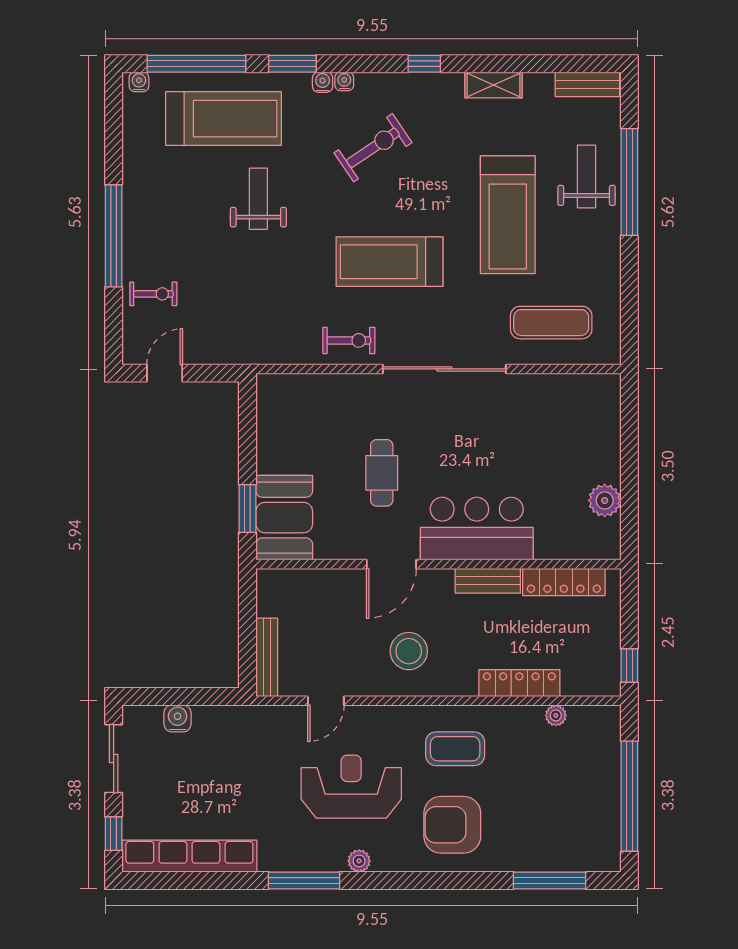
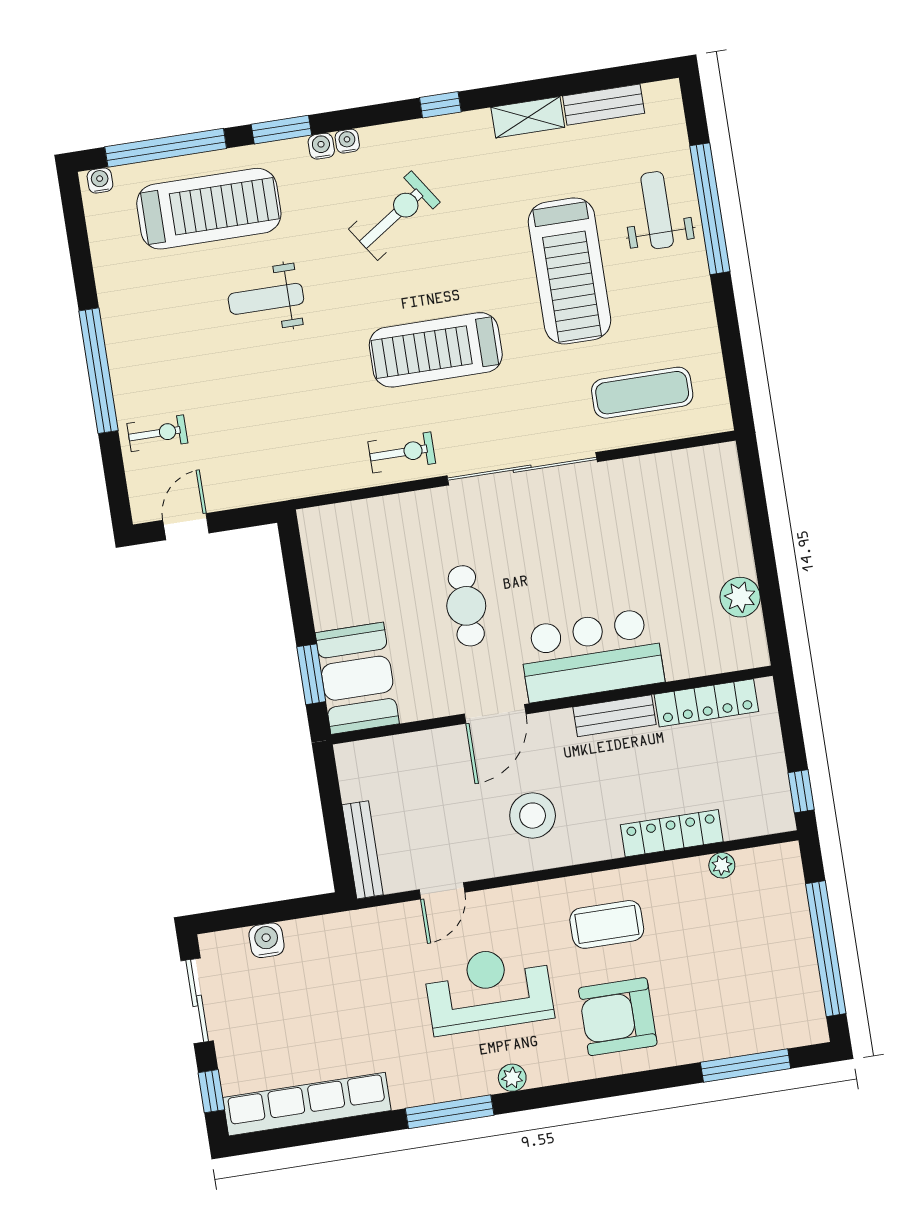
bench: (587, 84) -> (604, 105), moved
weight bench: (258, 199) -> (266, 299), turned -90

